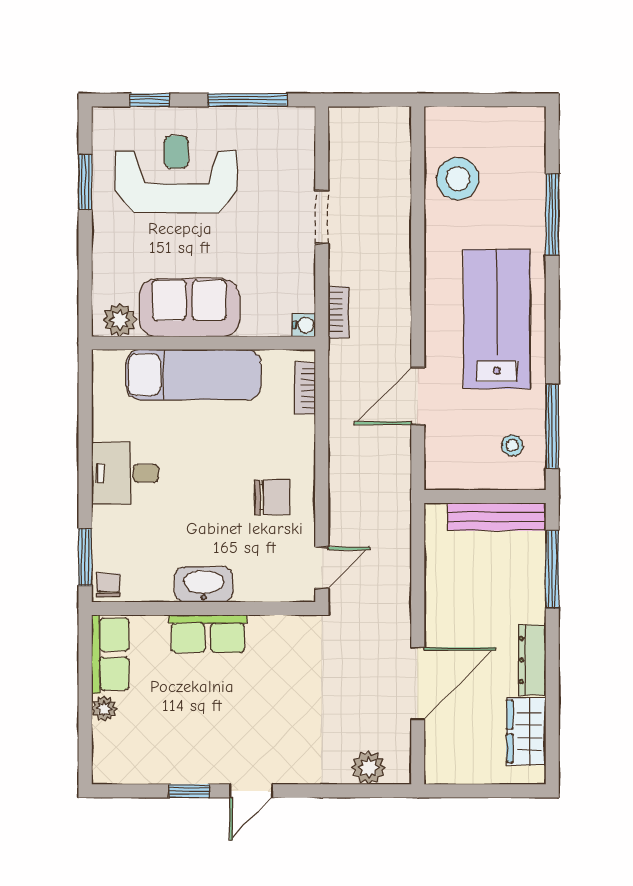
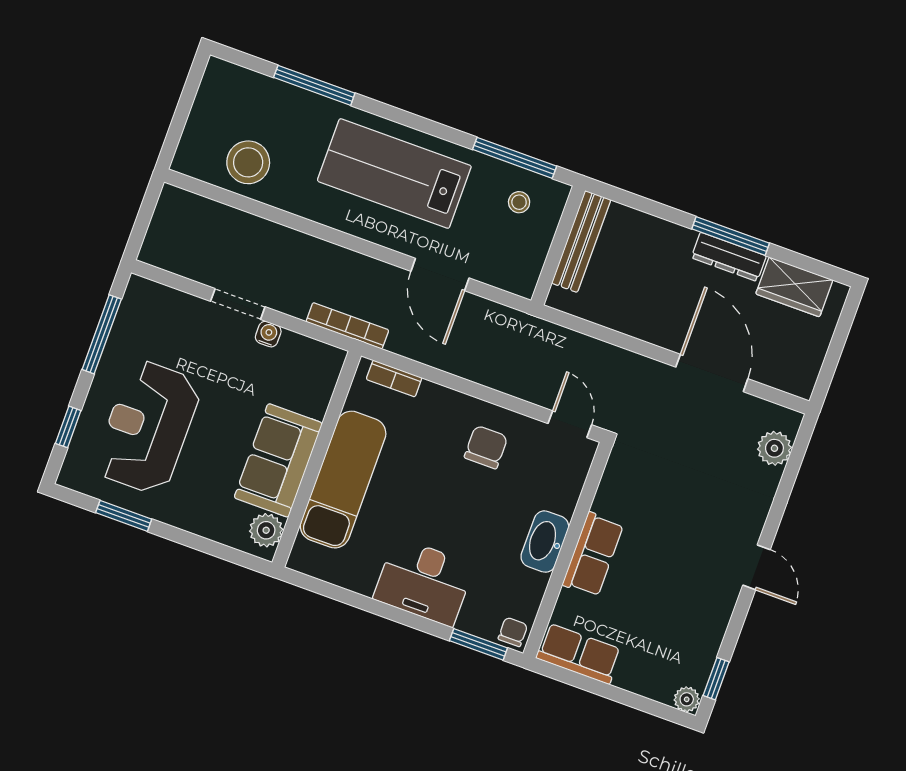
bookcase: (339, 312) -> (347, 326), width x1.56
water cooler: (304, 325) -> (268, 334), moved
desk: (125, 473) -> (424, 582), width x1.37
window: (552, 569) -> (731, 236), moved
chair: (108, 585) -> (513, 632), turned 90
plant: (104, 709) -> (687, 699), moved
window: (189, 791) -> (716, 679), moved

